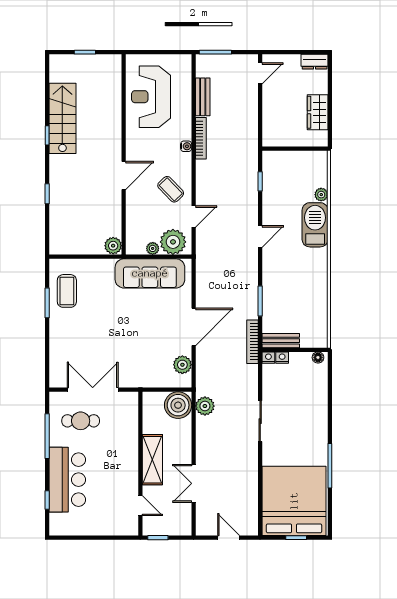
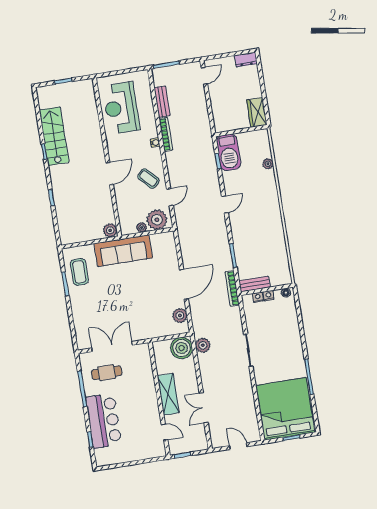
wardrobe: (318, 112) -> (257, 112), moved
barbecue: (315, 225) -> (229, 152), moved, turned 180
sofa: (150, 273) -> (123, 251), moved
nightstand: (268, 358) -> (269, 296), moved

